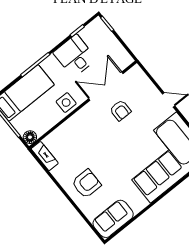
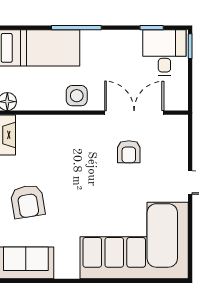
desk: (75, 56) -> (164, 53), moved
armchair: (86, 184) -> (28, 201), turned 81

